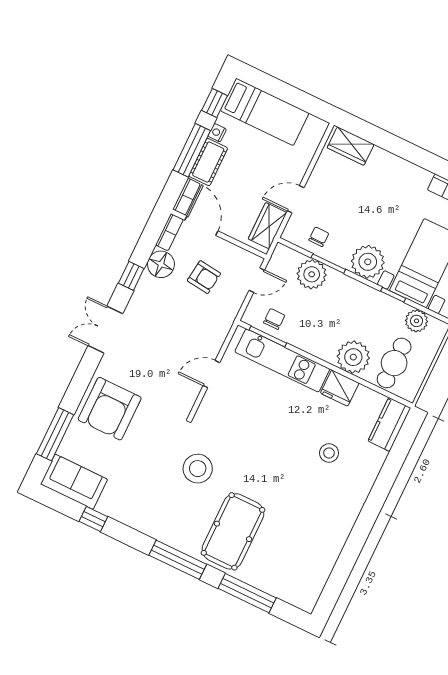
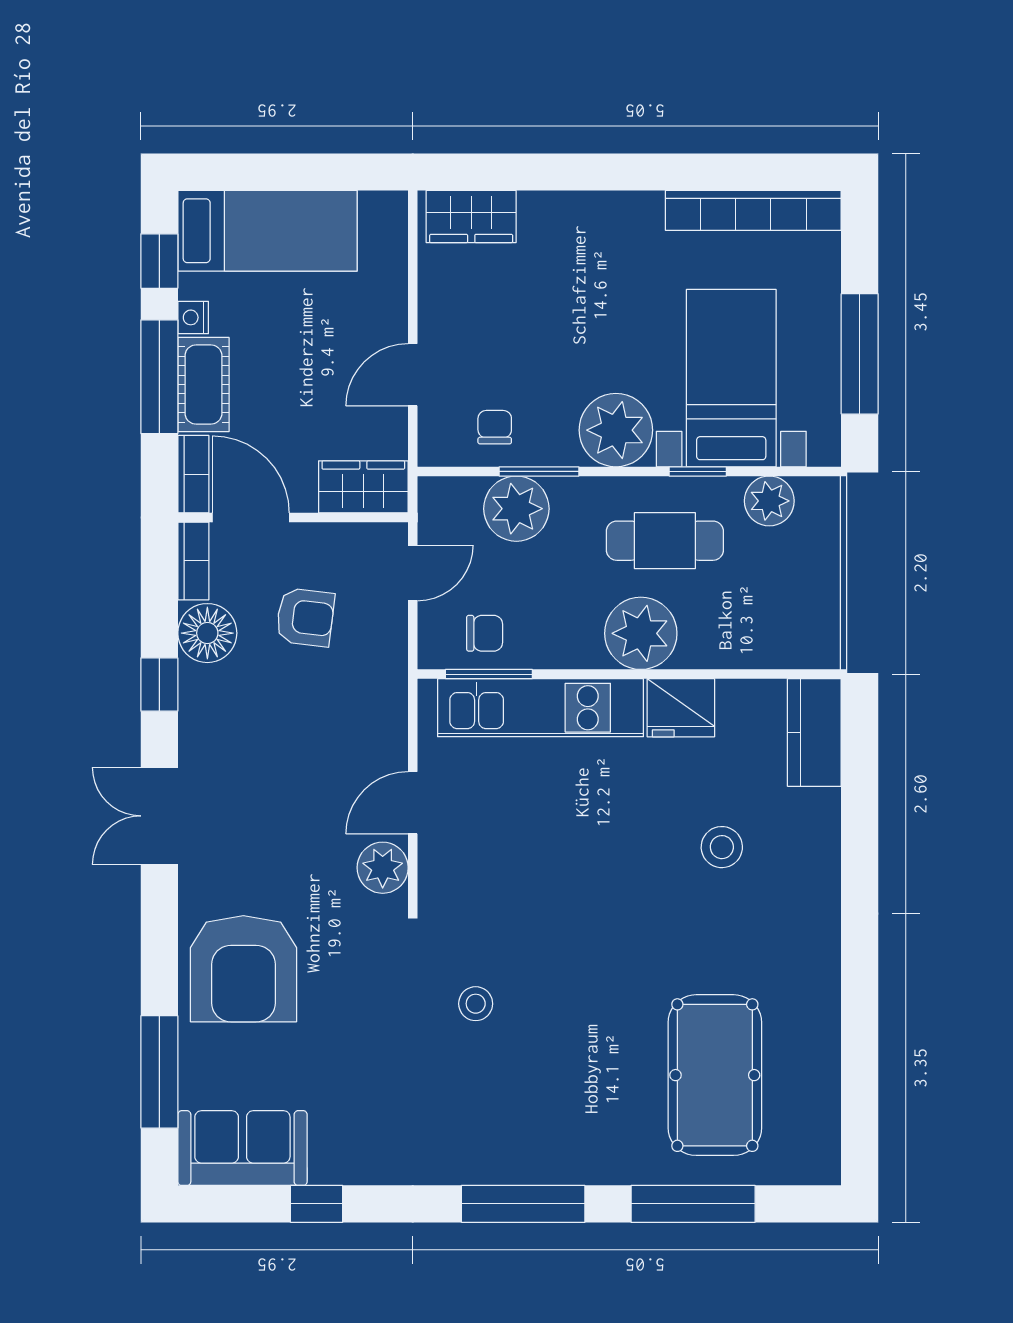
wardrobe: (268, 226) -> (363, 487), moved, turned 90
chair: (274, 319) -> (485, 633), turned 90
plant: (353, 357) -> (641, 633), moved
cafe table: (394, 363) -> (665, 541), moved, turned 90
plant: (186, 395) -> (383, 868), added
stool: (198, 469) -> (476, 1004), width x0.53, depth x0.53
pool table: (233, 531) -> (715, 1075), moved

